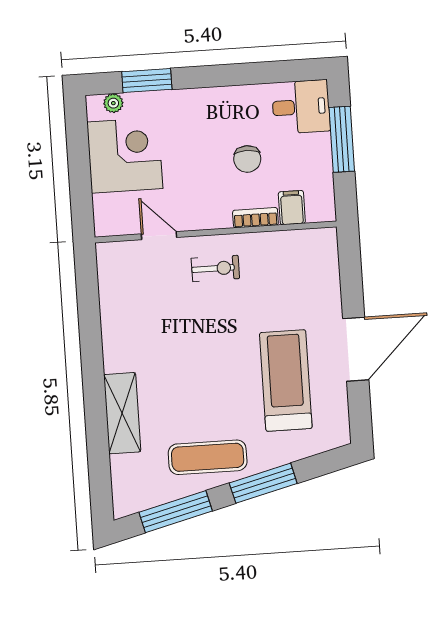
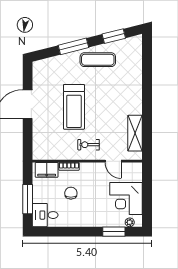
filing cabinet: (292, 208) -> (47, 170), width x2.00
treadmill: (286, 380) -> (74, 107), moved
shelving: (122, 413) -> (135, 133), moved
window: (176, 512) -> (114, 36), width x0.69

